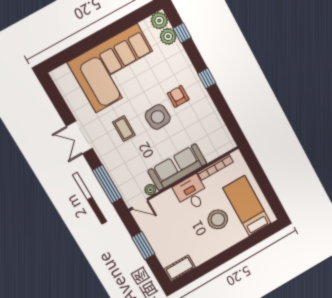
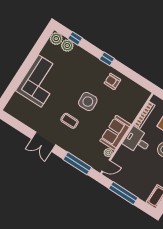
corner sofa: (117, 68) -> (40, 81), width x0.73, depth x0.74
armchair: (178, 96) -> (112, 81), moved
sofa: (177, 167) -> (115, 133), width x0.73
window: (143, 246) -> (123, 193), width x1.44

